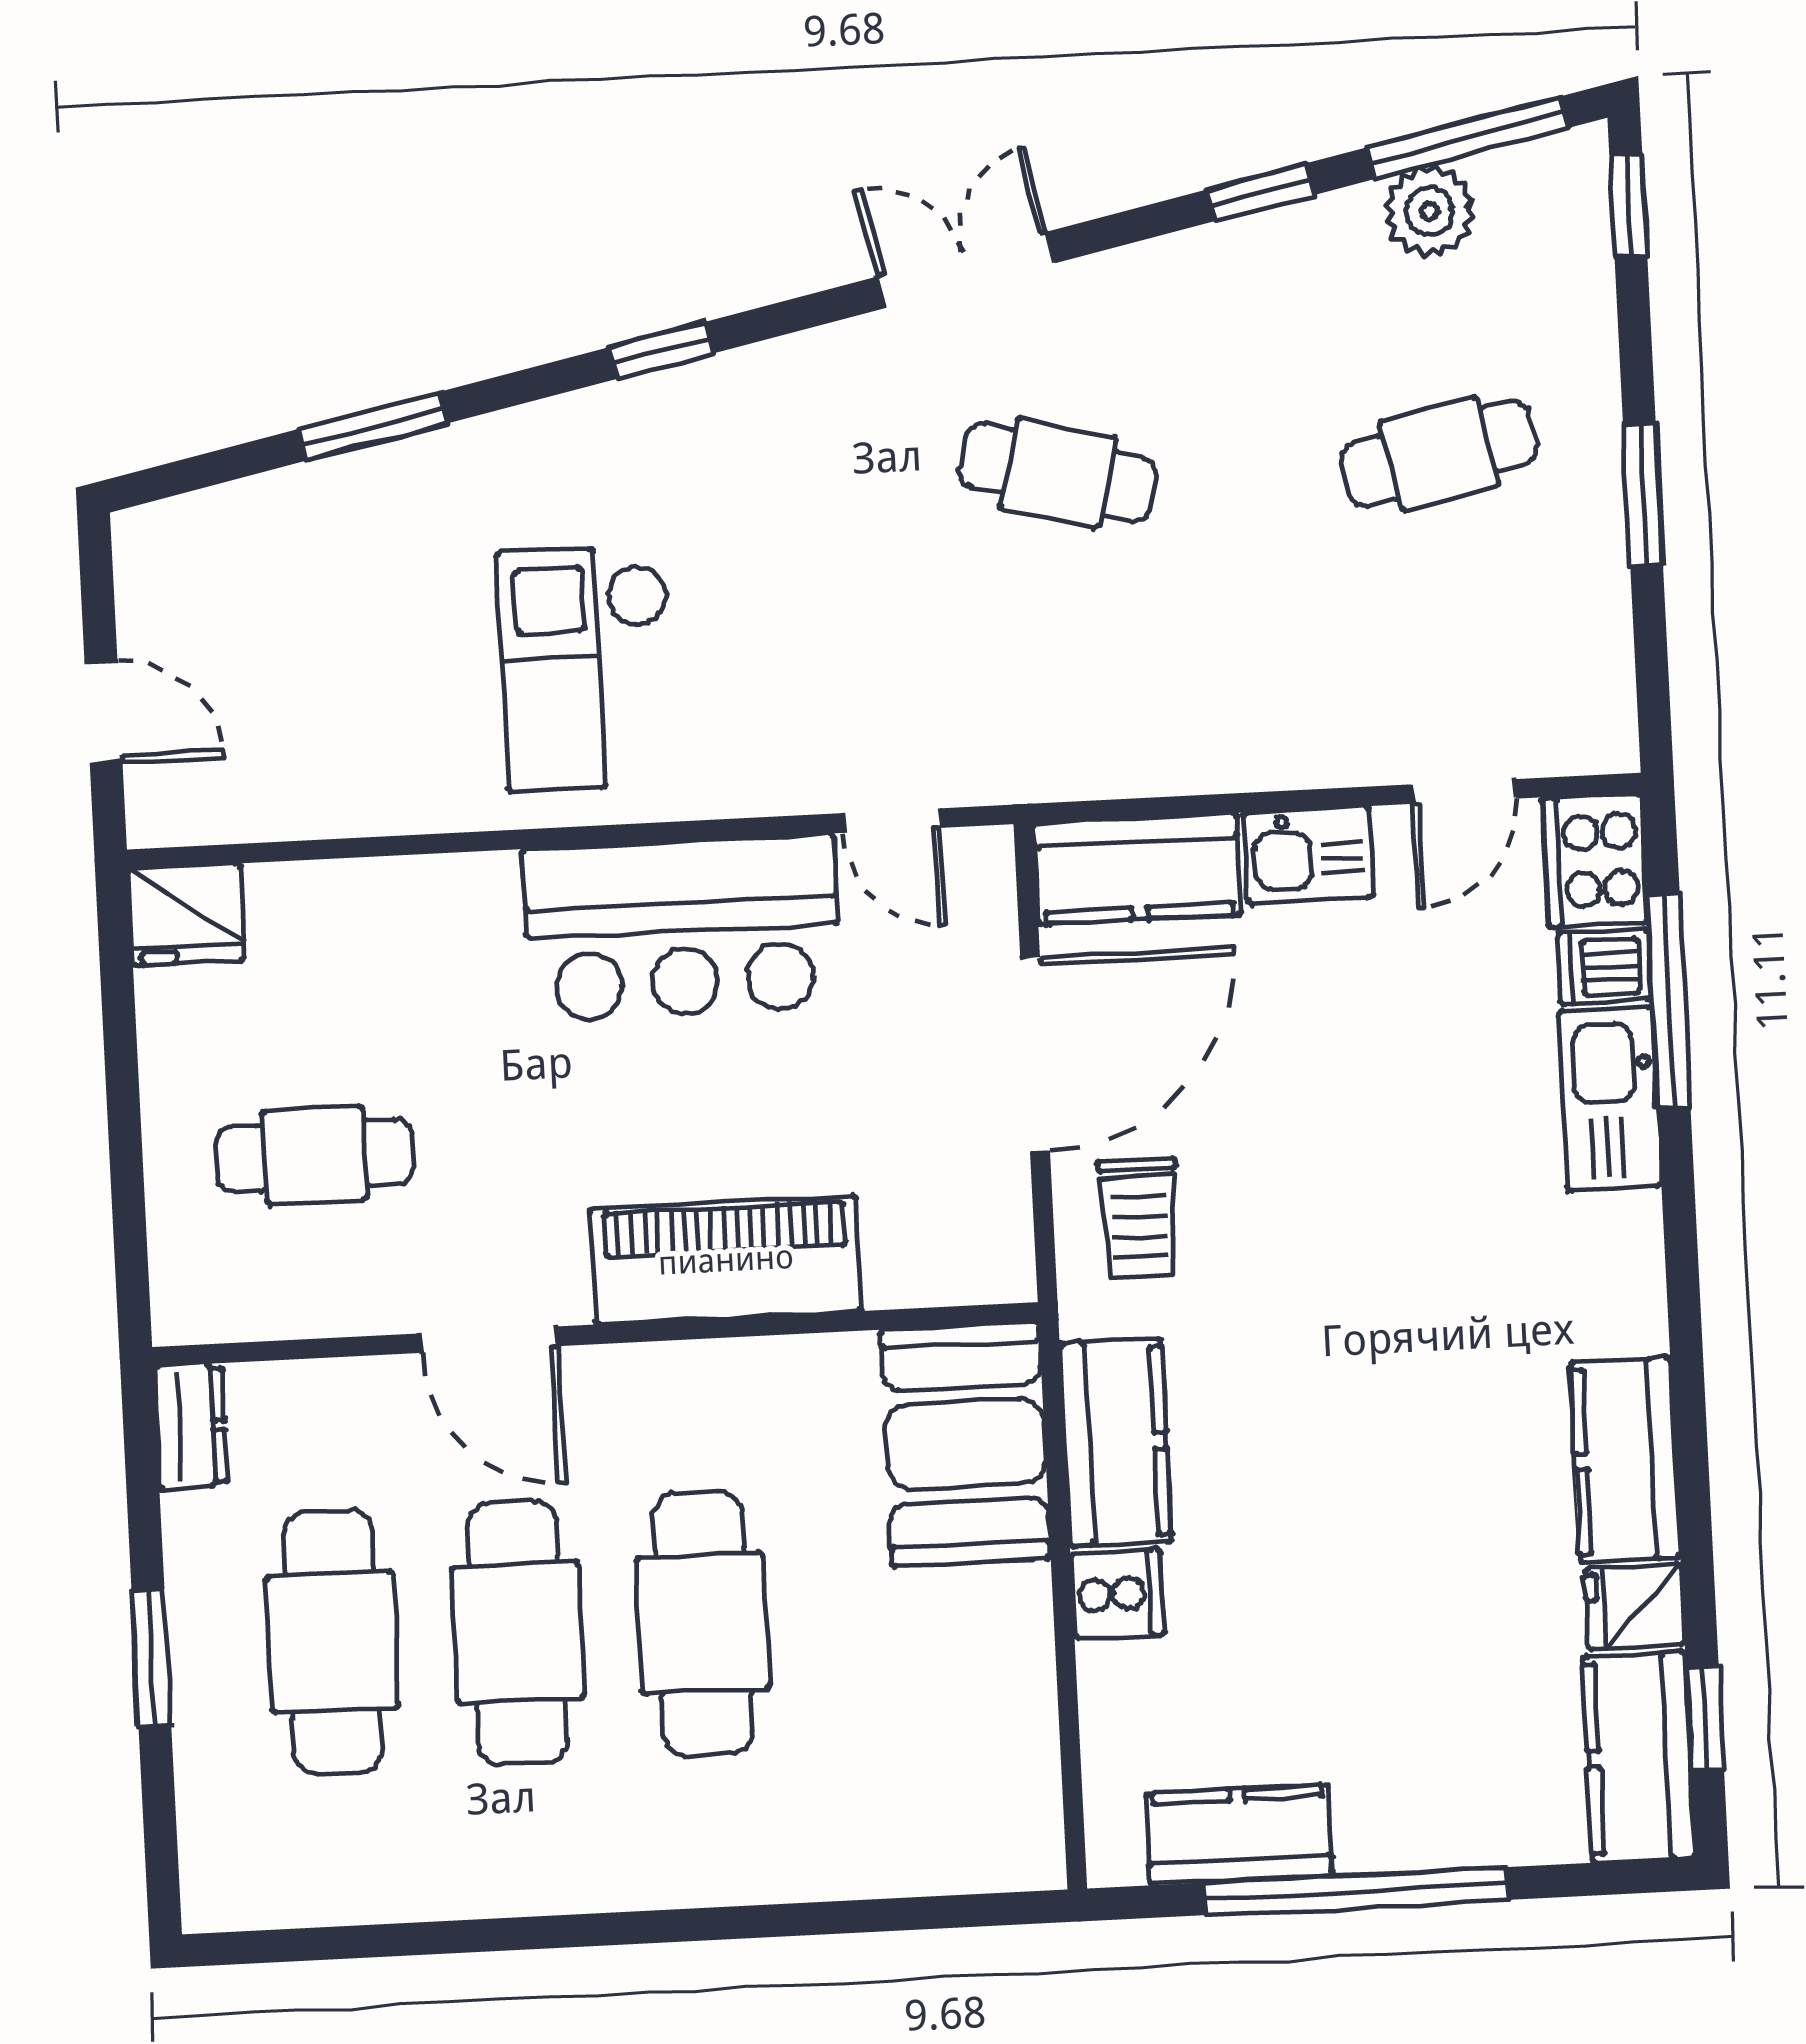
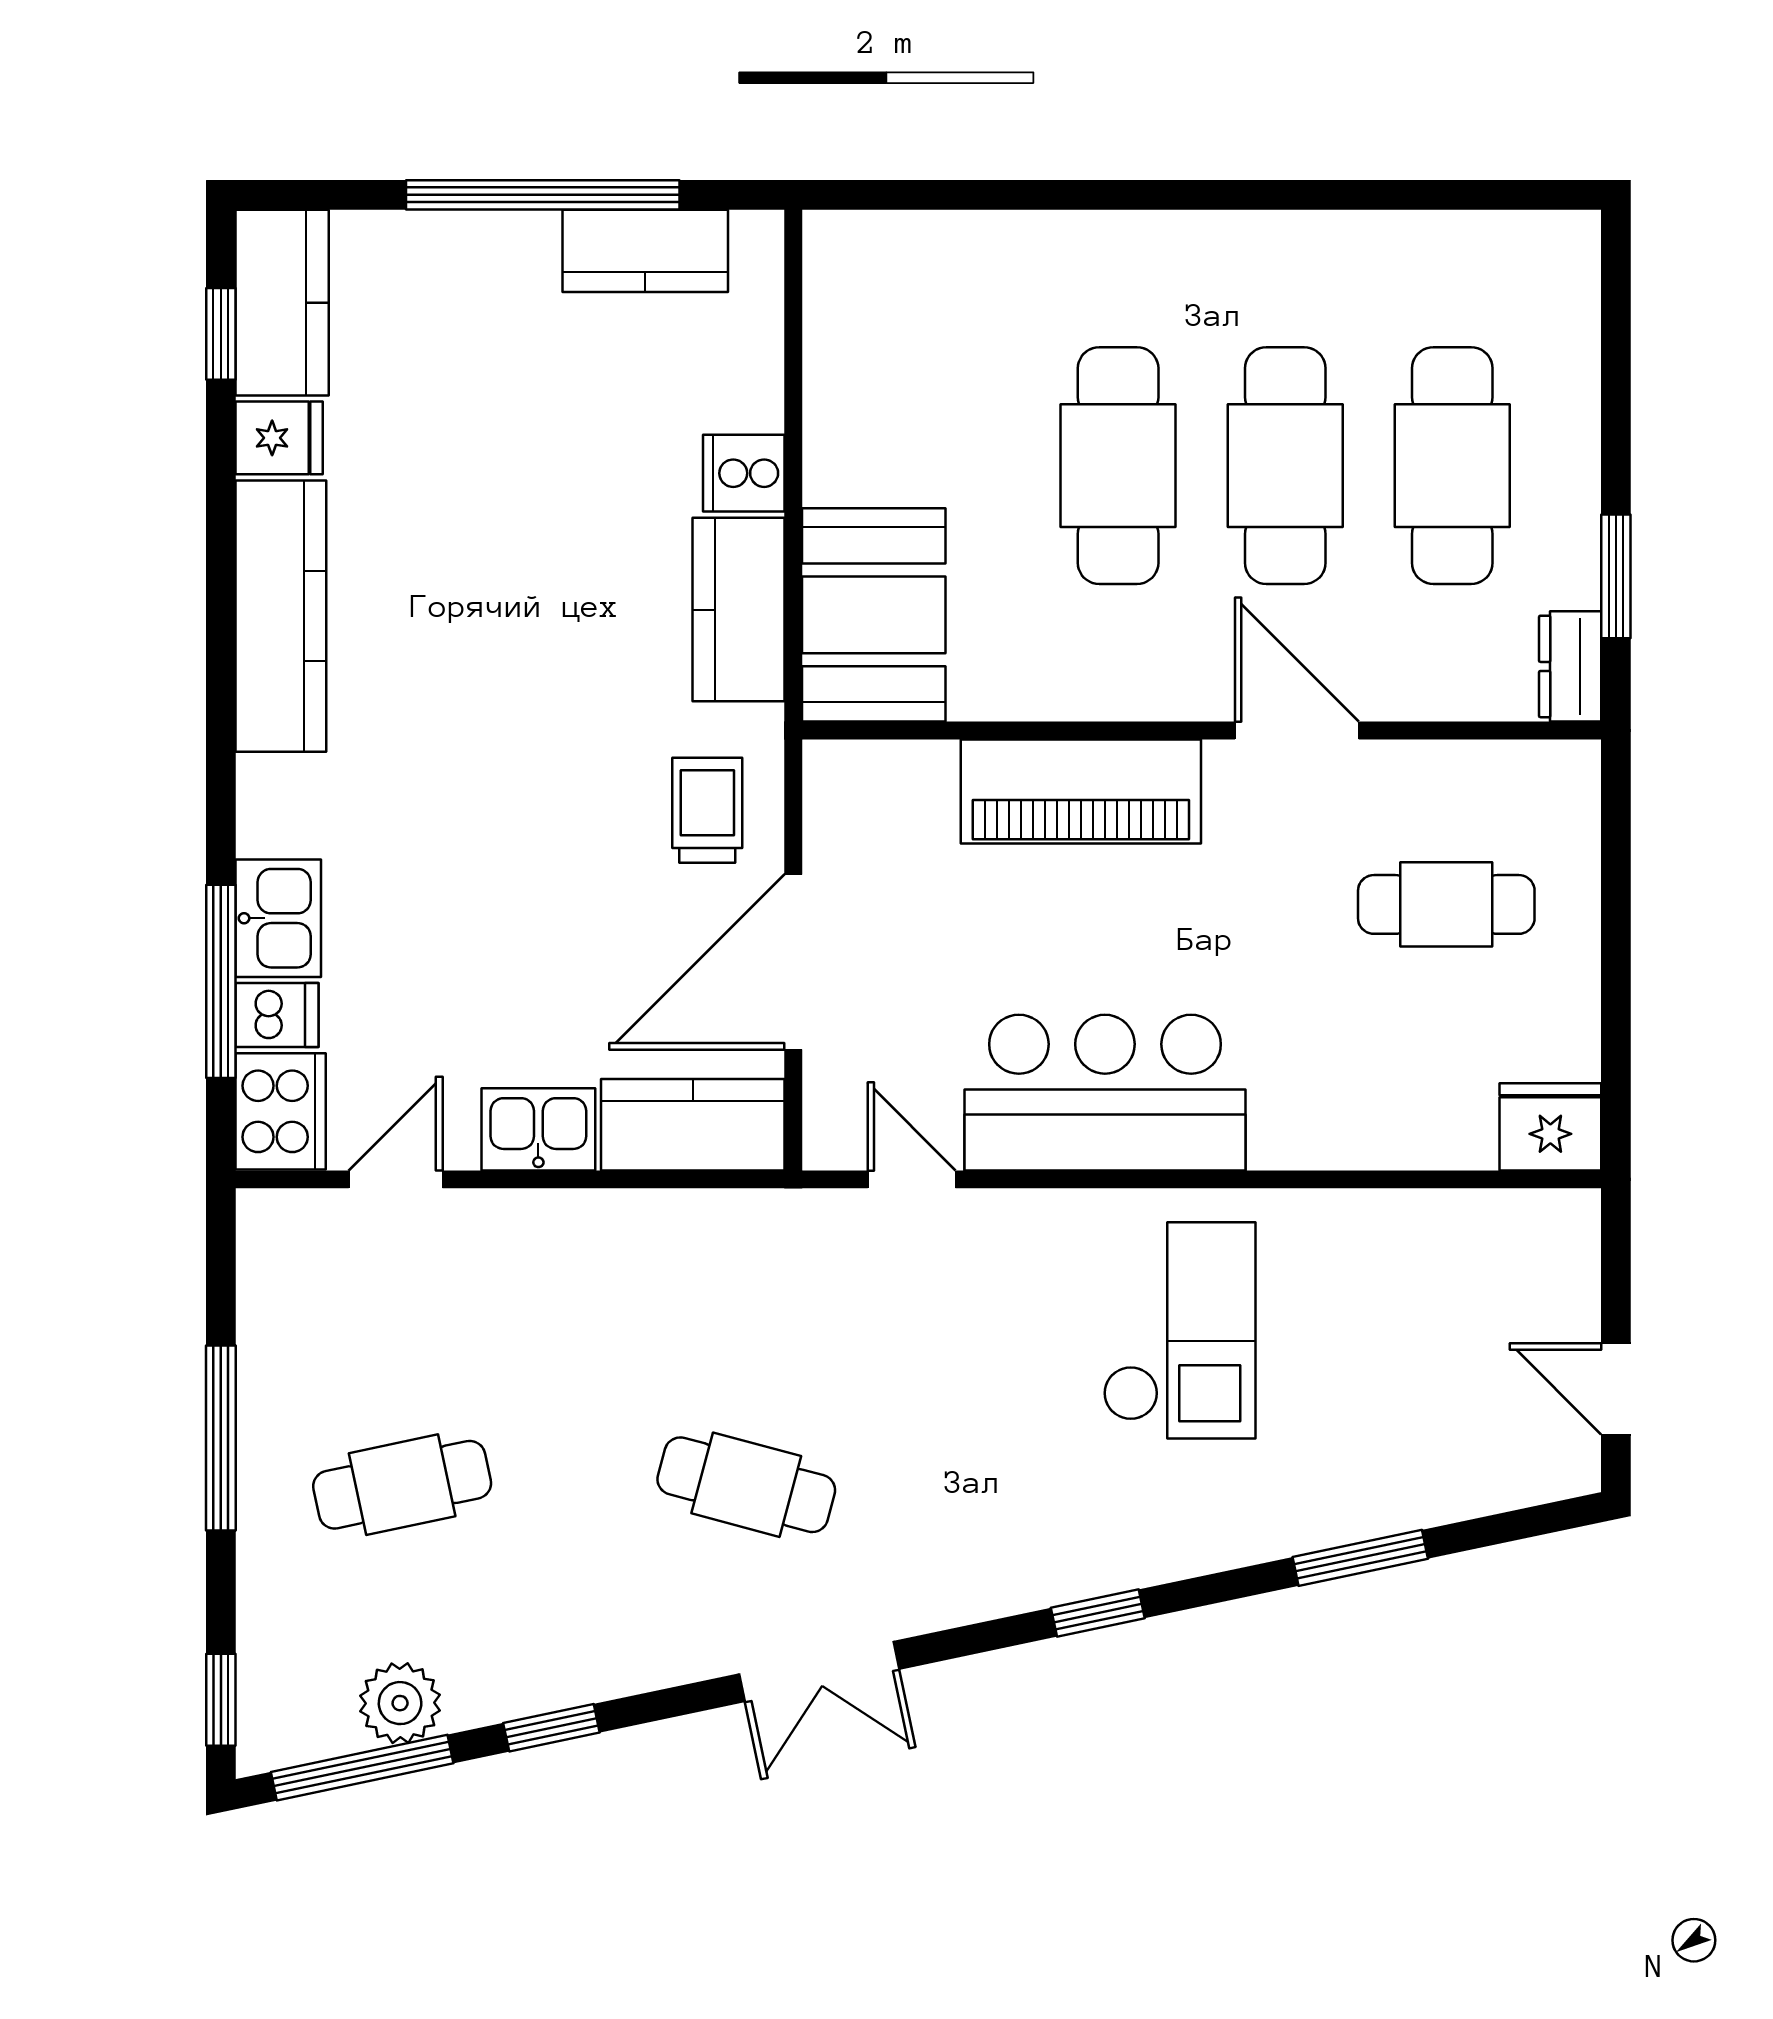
window: (1643, 495) -> (221, 1438), width x1.44
door: (104, 713) -> (1616, 1389), moved
kitchen sink: (1610, 1099) -> (278, 918), width x0.73
kitchen counter: (1625, 1460) -> (281, 616), width x1.50
window: (151, 1658) -> (1616, 576), moved

